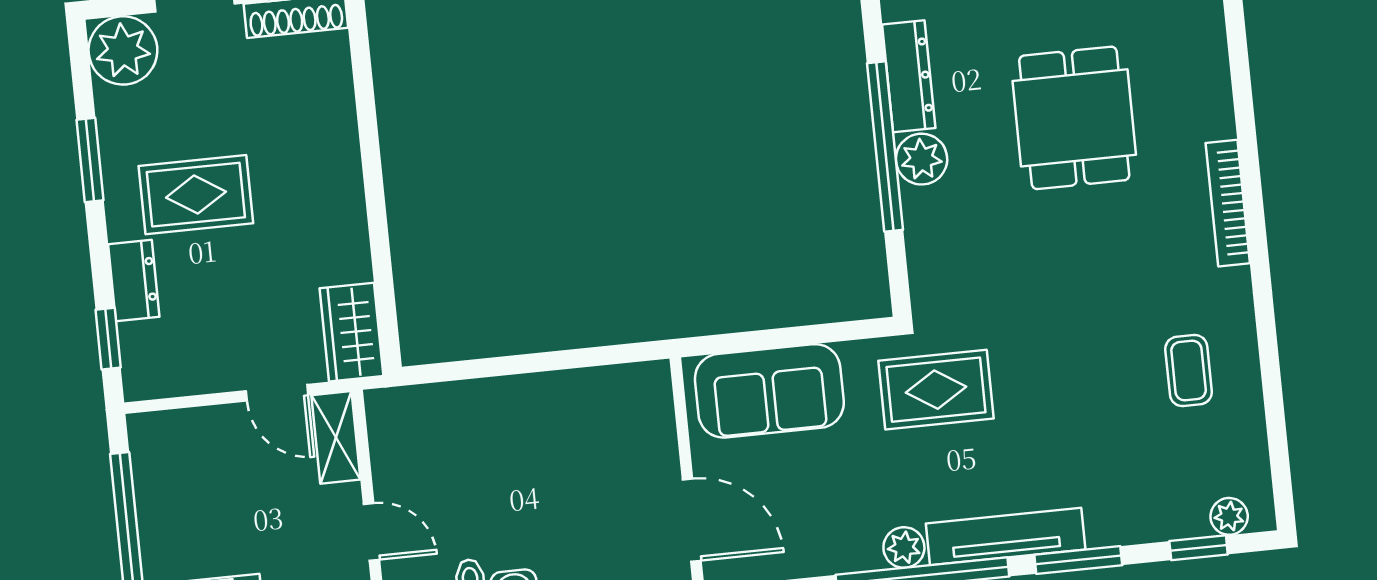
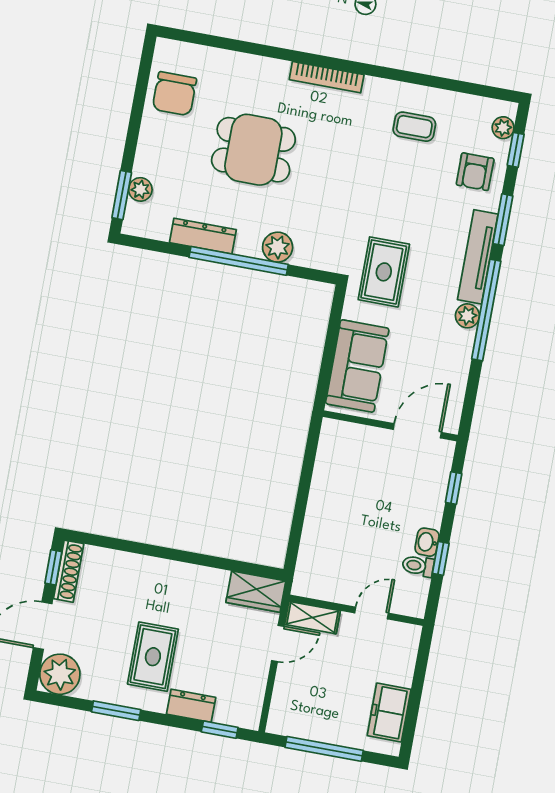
plant: (922, 159) -> (278, 247), moved
armchair: (1144, 491) -> (475, 172), added

